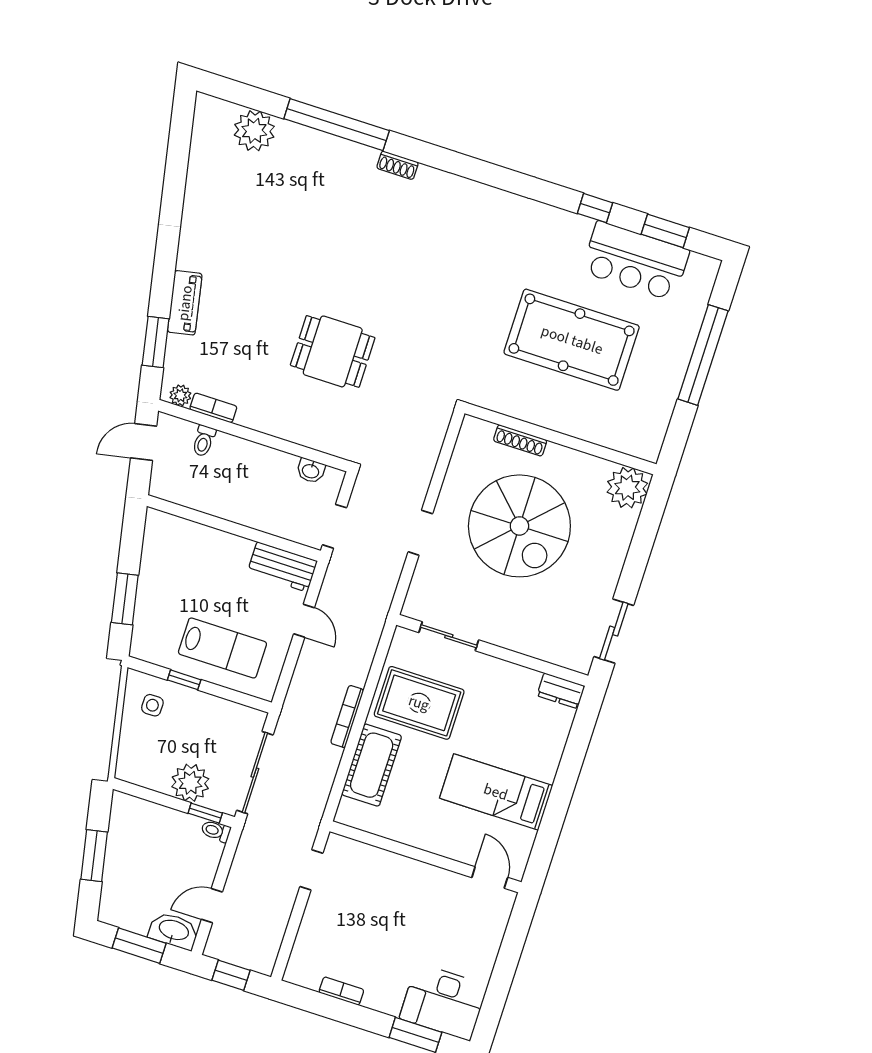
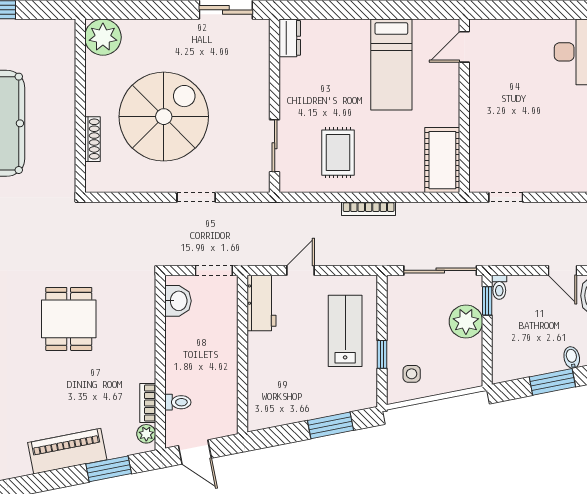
piano: (185, 303) -> (67, 451), width x1.37, depth x1.33
washbasin: (311, 471) -> (178, 301), width x1.38, depth x1.45
rug: (419, 703) -> (338, 153), width x0.73, depth x0.70
cot: (372, 765) -> (442, 160), moved, turned 90
bidet: (114, 885) -> (572, 358), added

